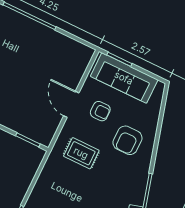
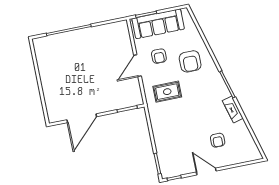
door: (71, 104) -> (137, 66), hinge flipped
armchair: (100, 111) -> (159, 56), turned 90

